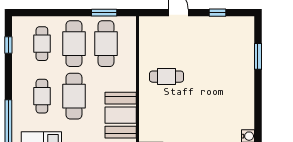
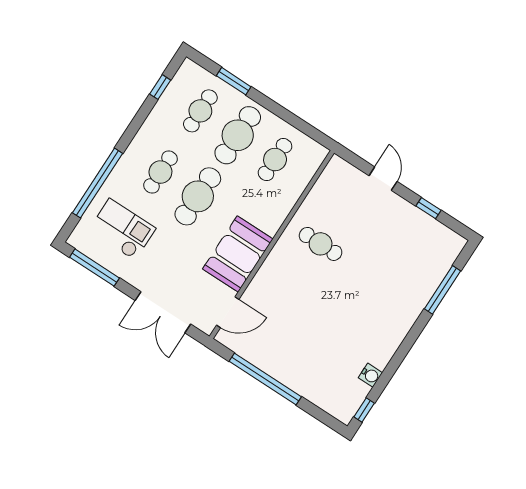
window: (104, 13) -> (234, 81), moved
cafe table: (106, 44) -> (275, 160), width x0.73, depth x0.74
window: (258, 56) -> (442, 290), width x1.44

